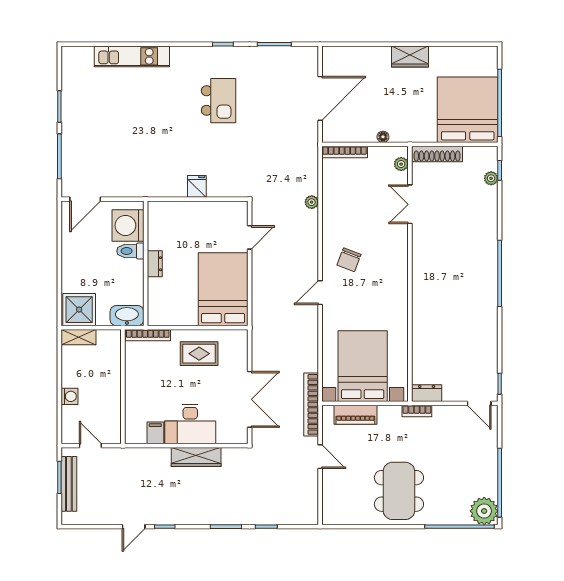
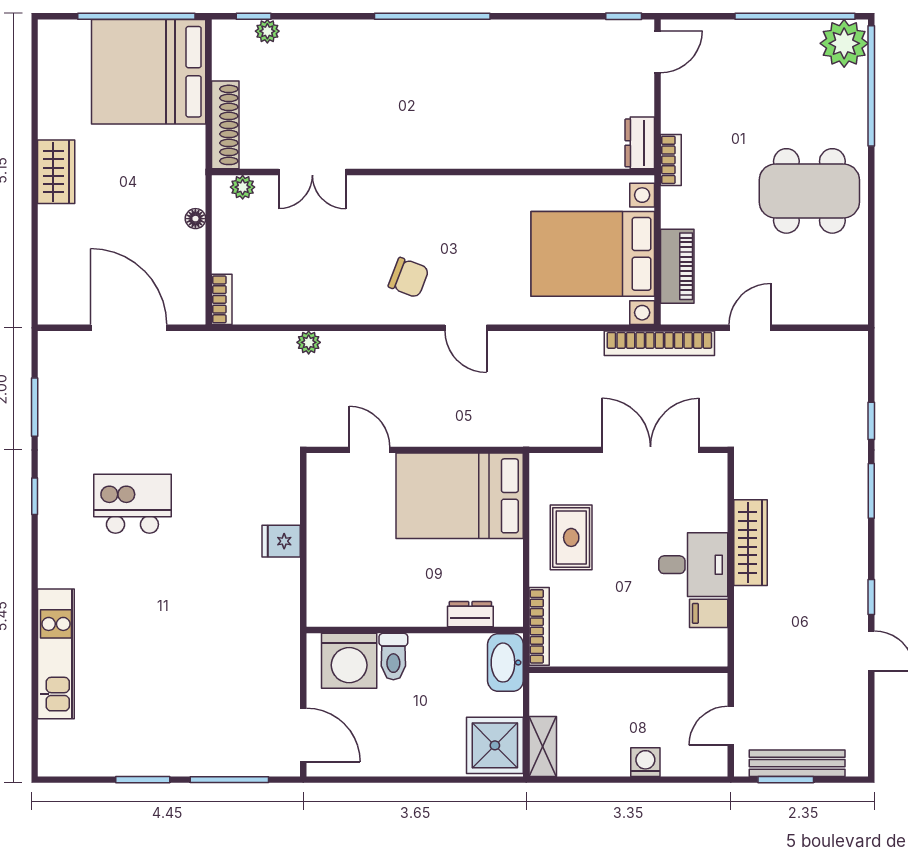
bookcase: (345, 152) -> (222, 299), width x0.64
dresser: (155, 264) -> (470, 614), moved
desk: (190, 424) -> (693, 565), width x0.73

